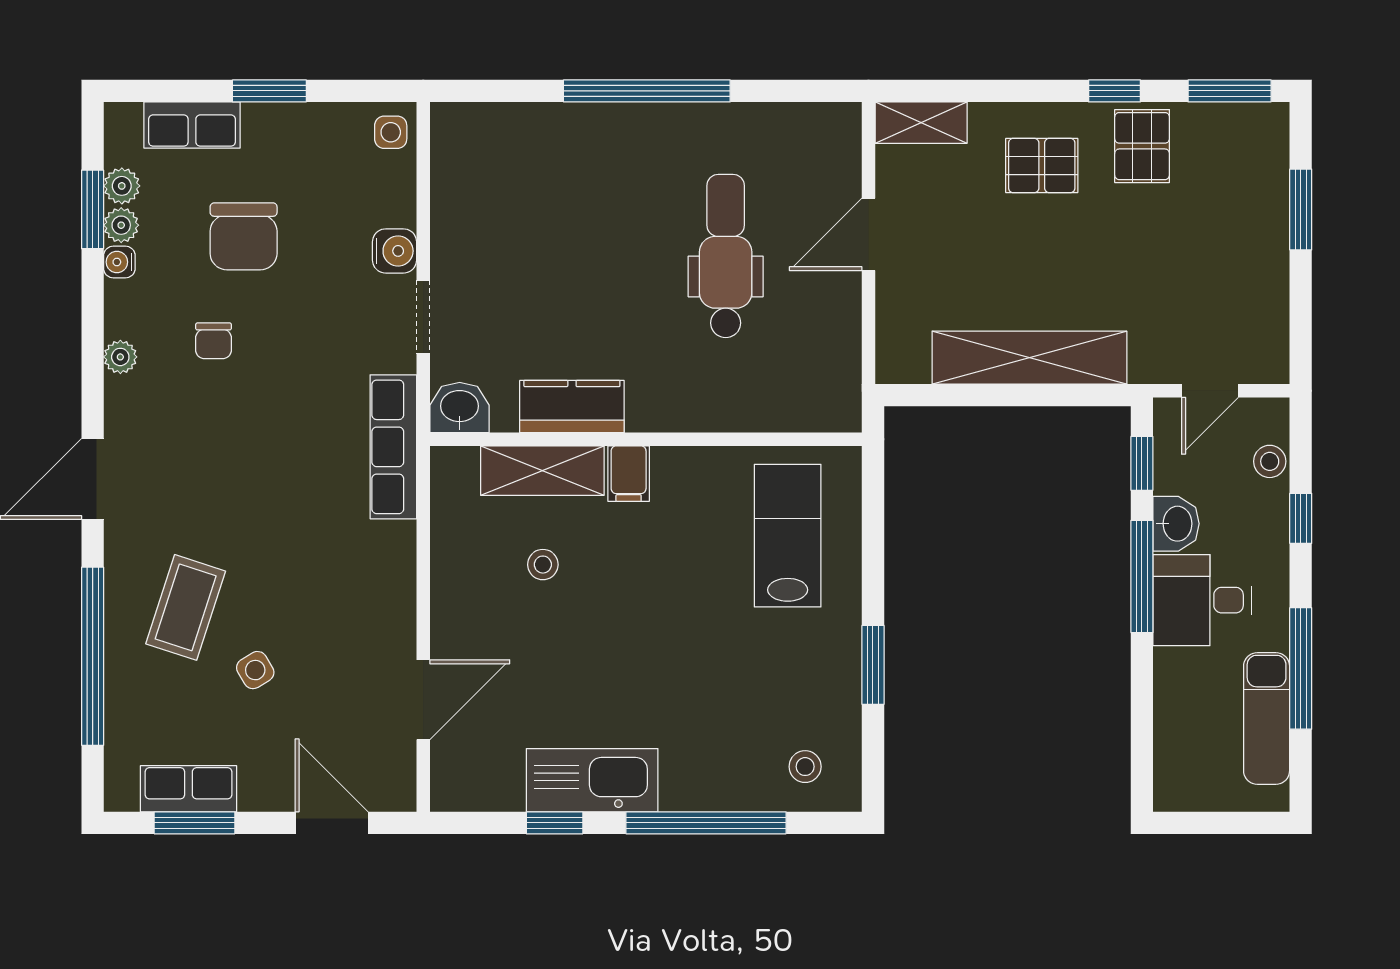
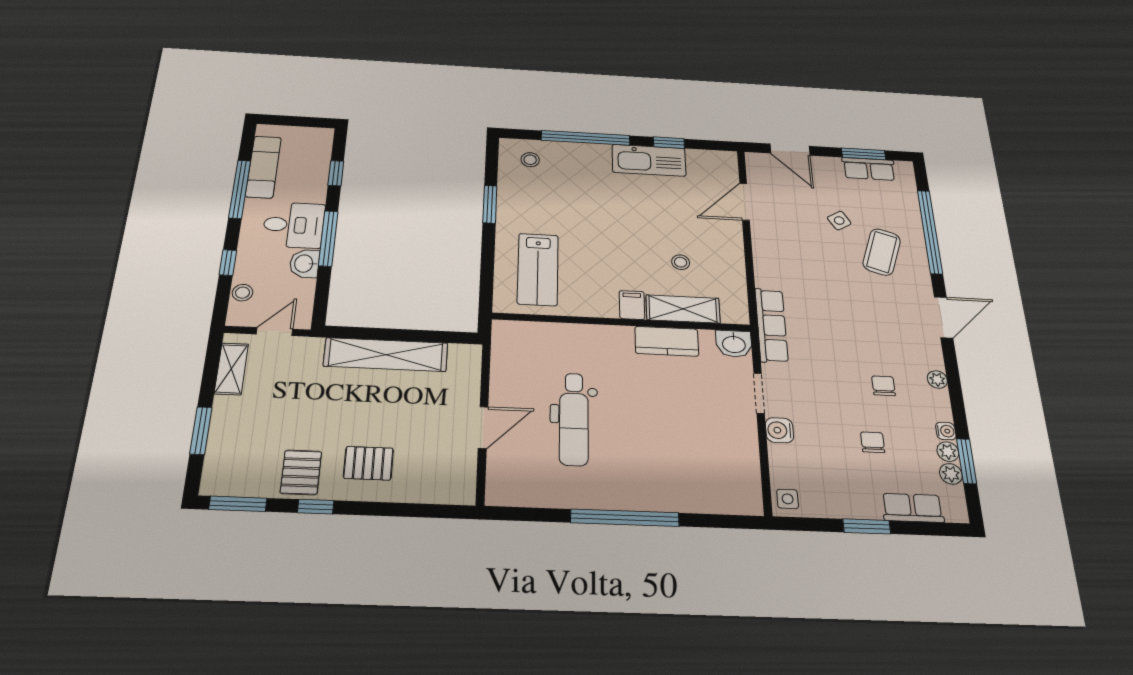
shelving: (921, 123) -> (231, 369), moved, turned 90
chair: (244, 236) -> (873, 442), width x0.54, depth x0.54
window: (1142, 463) -> (336, 173), moved

